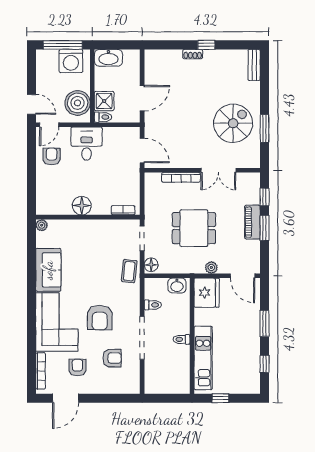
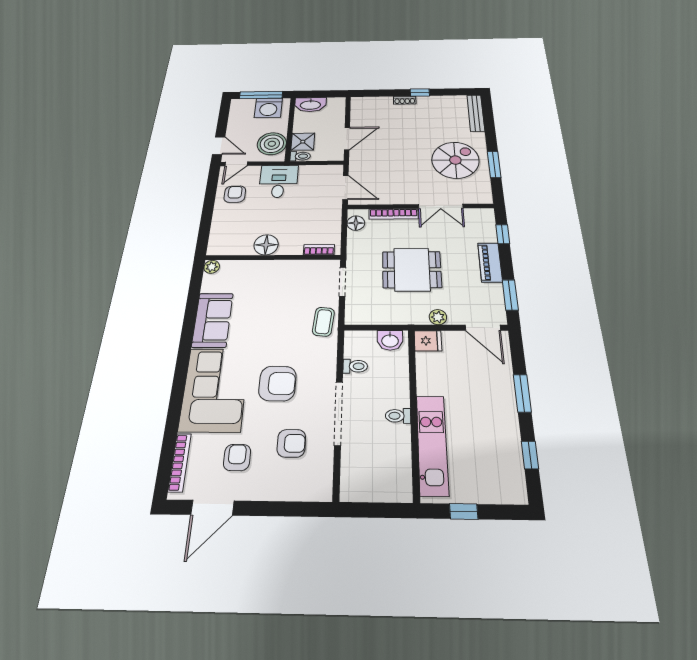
bench: (254, 65) -> (476, 113), width x1.36
window: (265, 228) -> (510, 295), moved
floor lamp: (151, 265) -> (356, 223), moved
fridge: (207, 293) -> (428, 341), width x0.53, depth x0.75
armchair: (100, 318) -> (277, 383), turned -89

